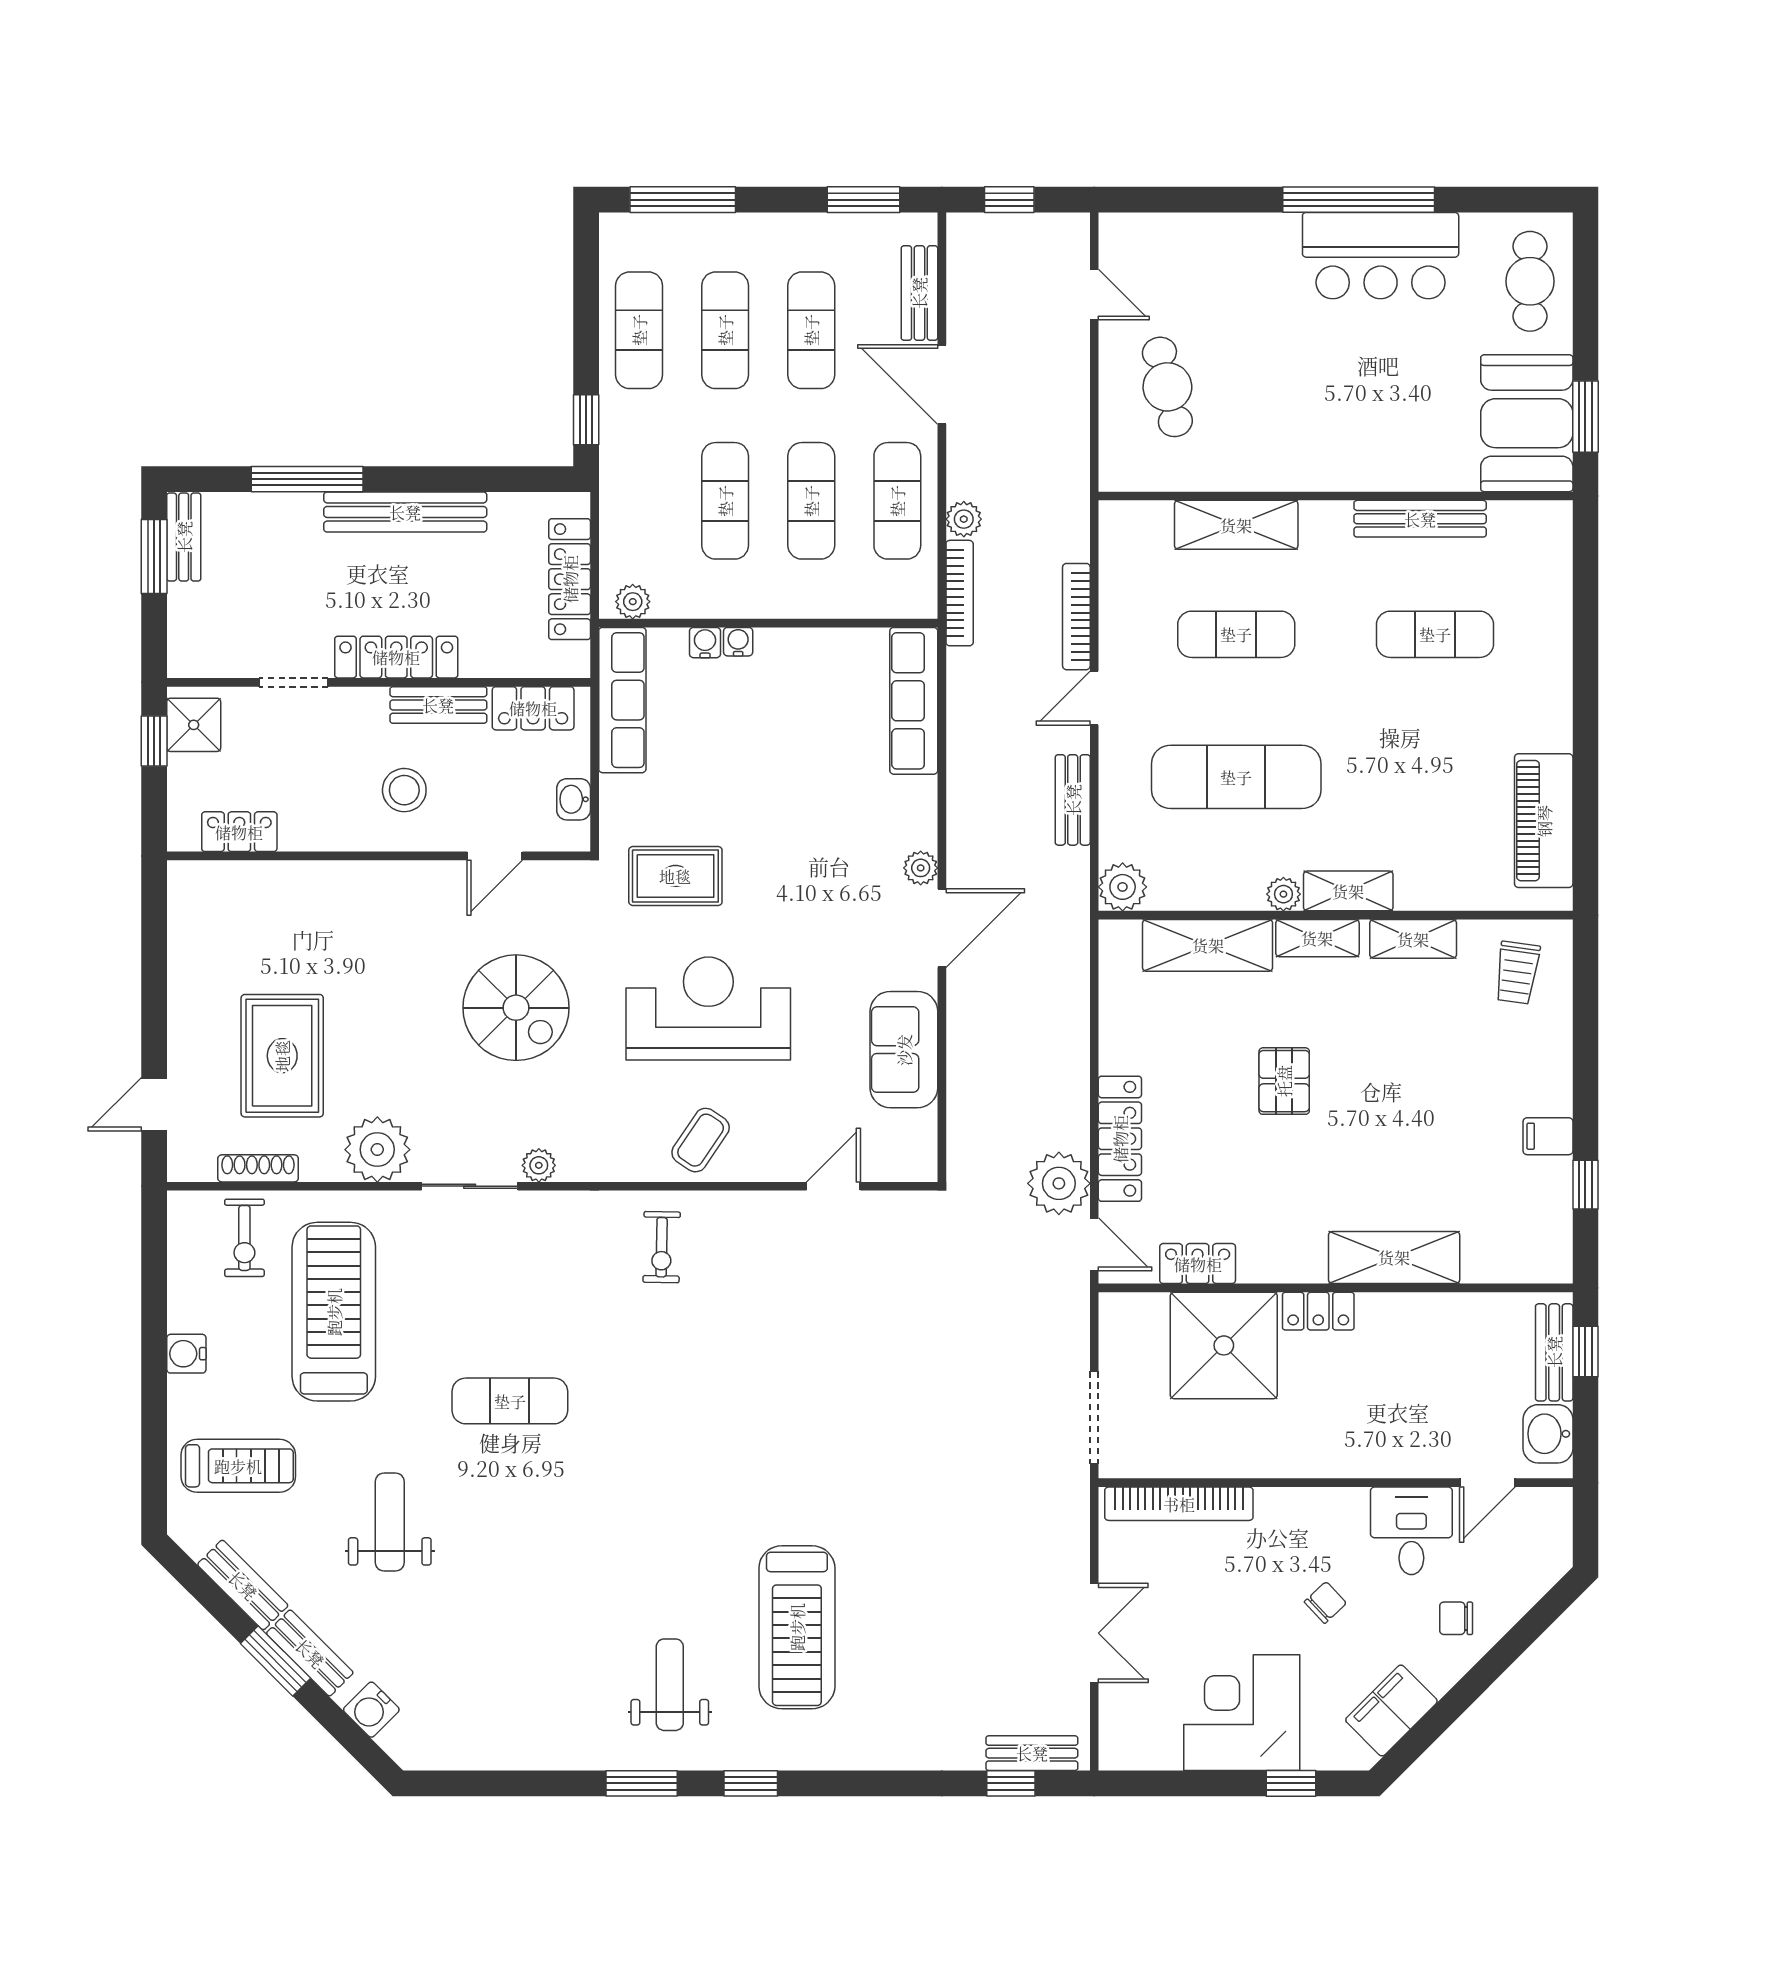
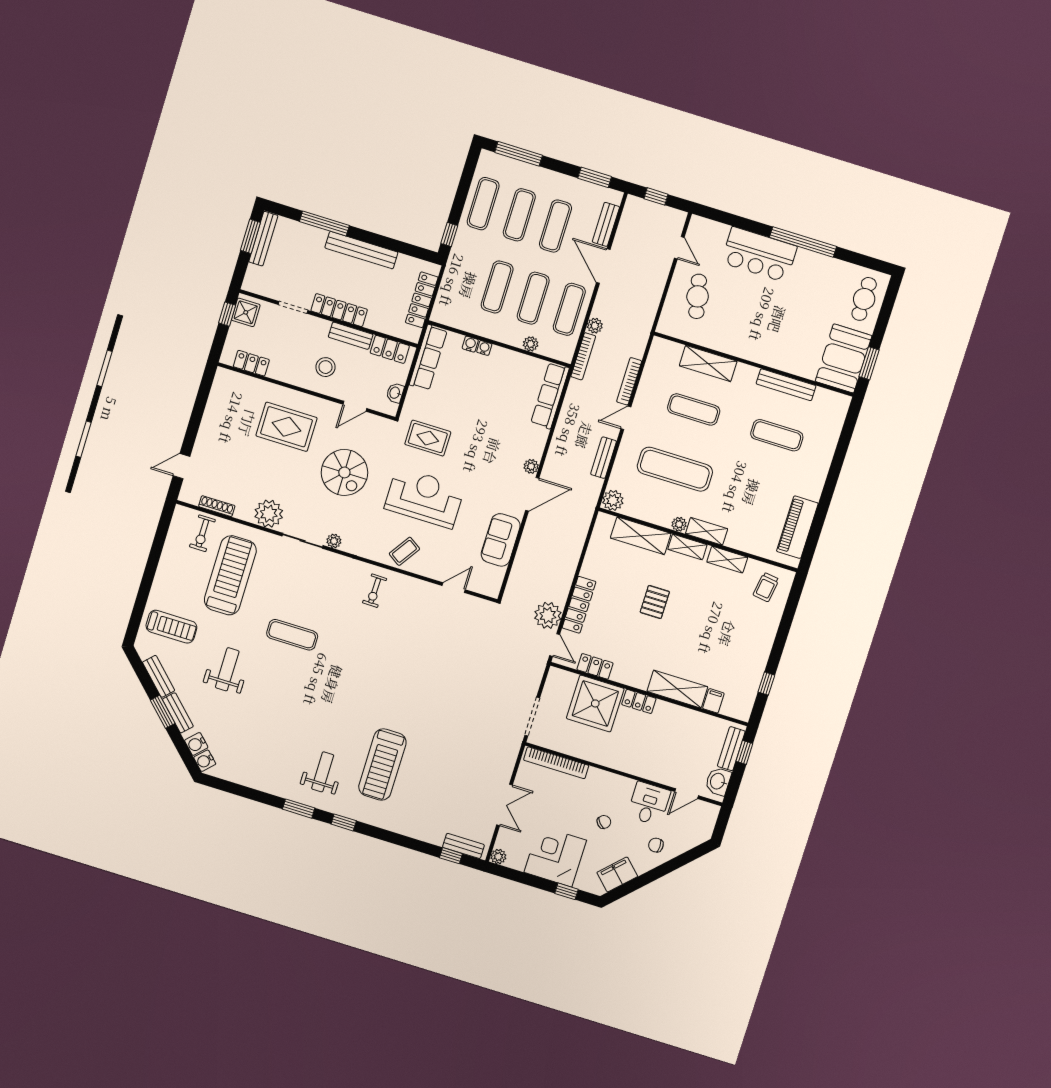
bar counter: (1381, 256) -> (759, 254), moved
bench: (184, 537) -> (263, 239), width x1.36
plant: (633, 602) -> (531, 344), moved
rug: (282, 1056) -> (286, 427), moved, turned 90
filing cabinet: (1548, 1136) -> (713, 701), moved, turned 90
water cooler: (186, 1354) -> (205, 761), moved, turned -45
plant: (1116, 1753) -> (498, 857), added

